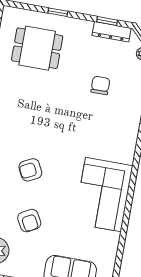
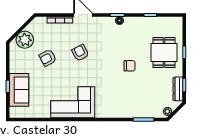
dining table: (37, 48) -> (164, 53), moved
chair: (100, 85) -> (130, 66), moved

